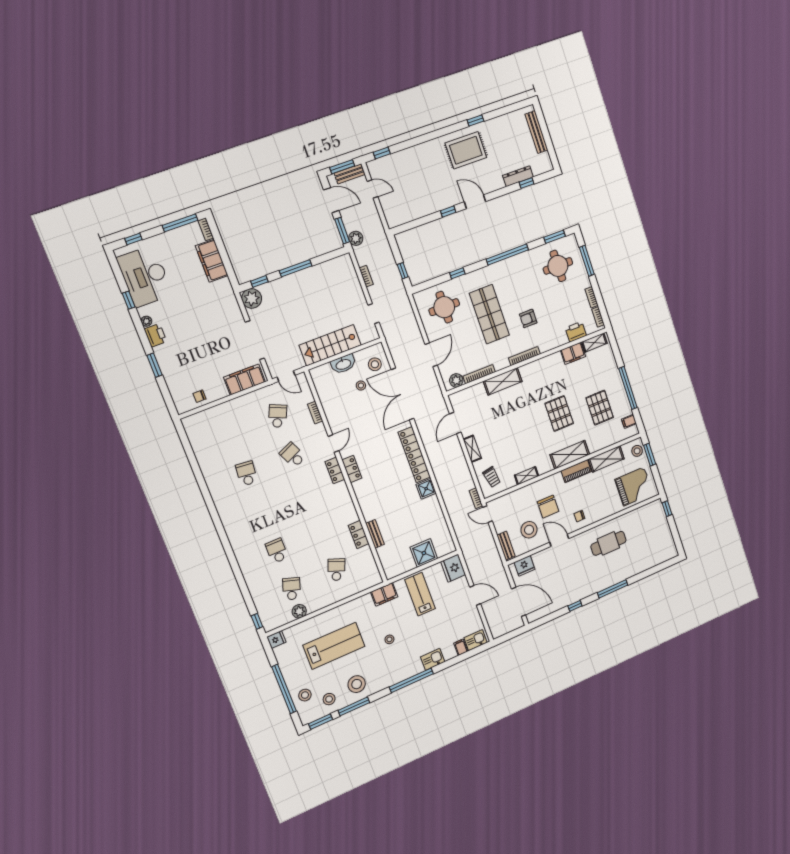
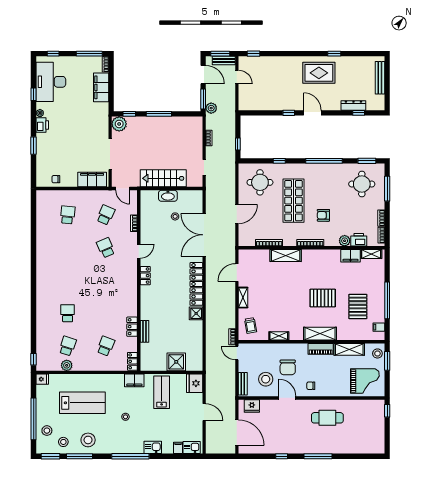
stool: (375, 364) -> (191, 205), removed
plant: (456, 380) -> (345, 241), moved
pallet: (559, 413) -> (323, 298), turned 90
locker: (335, 470) -> (132, 361), moved
school desk: (247, 474) -> (68, 215), moved

